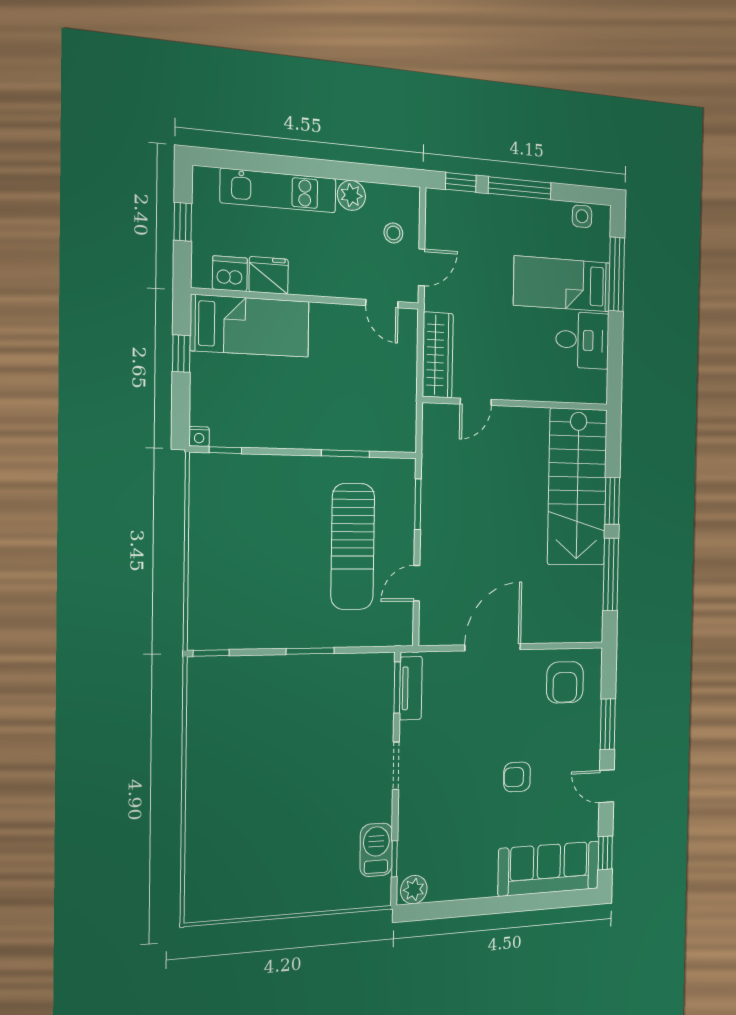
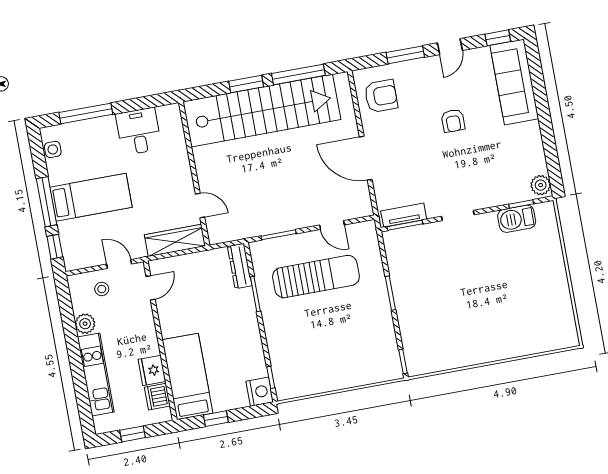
bed: (562, 284) -> (91, 197), moved, turned -90
nightstand: (199, 436) -> (260, 392), width x1.89, depth x1.79
dresser: (387, 439) -> (240, 266), added
stairs: (577, 487) -> (262, 111), width x1.36

